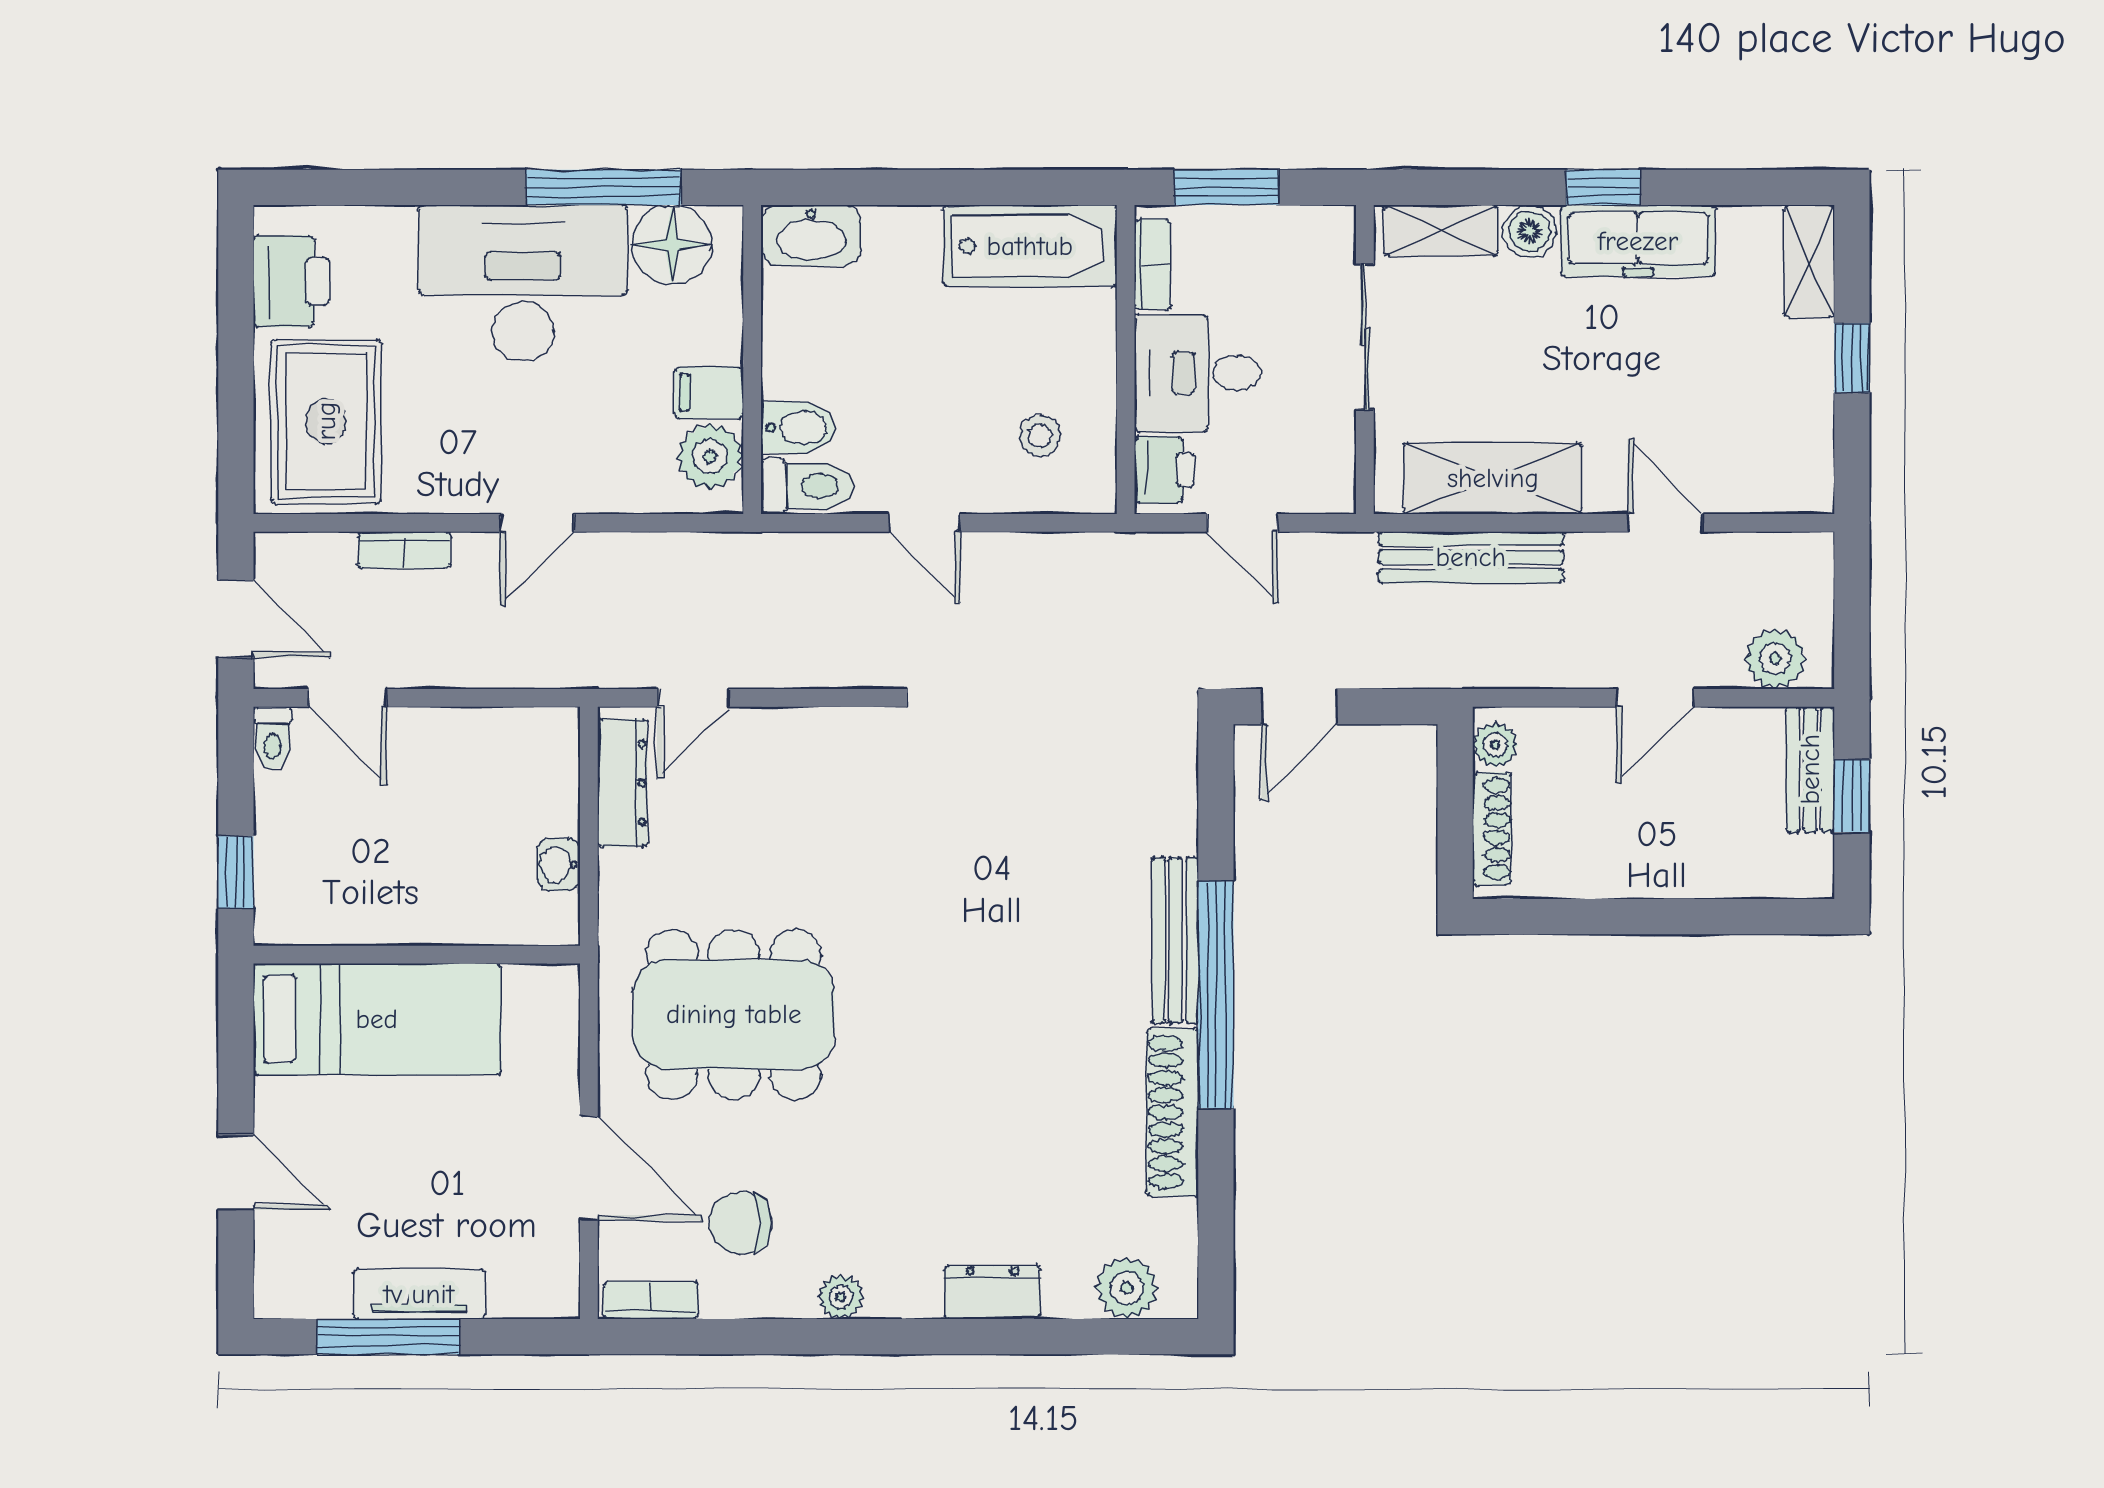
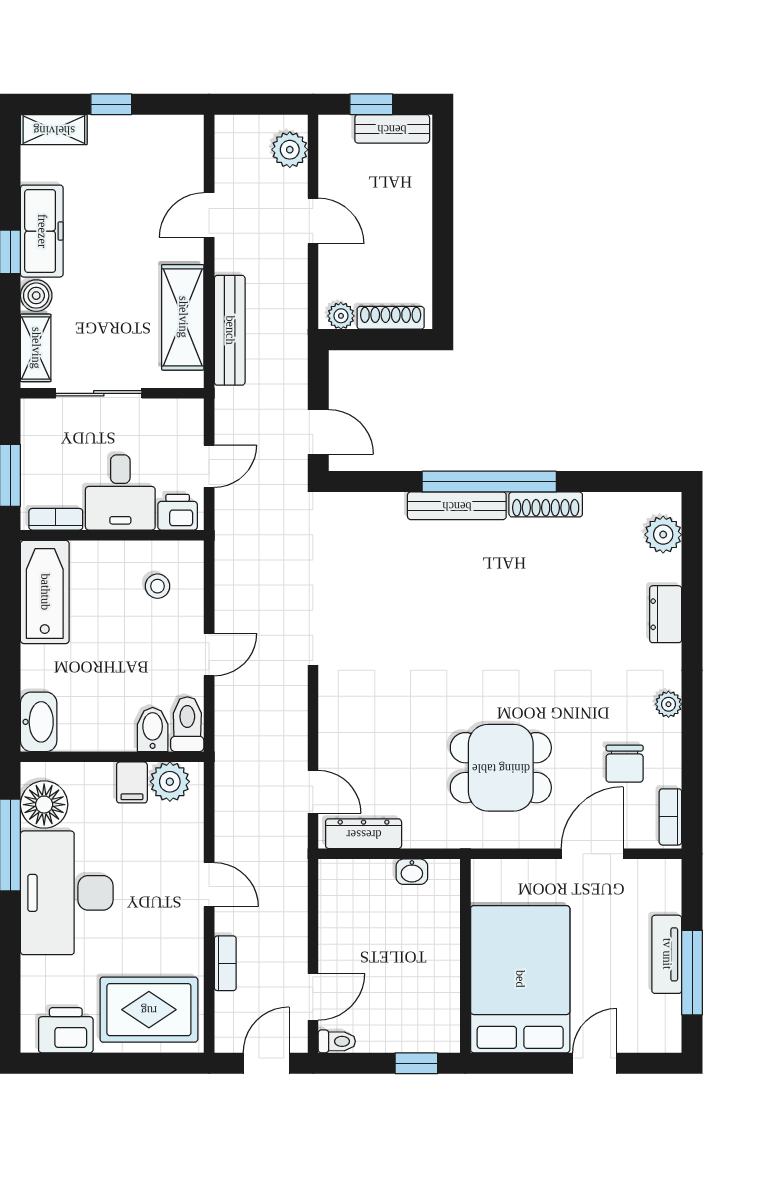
bench: (1810, 769) -> (392, 129), moved
dining table: (734, 1014) -> (501, 768), width x0.73
bed: (377, 1019) -> (520, 979), width x1.50
shoe rack: (1172, 1112) -> (546, 504), width x0.74, depth x0.81

